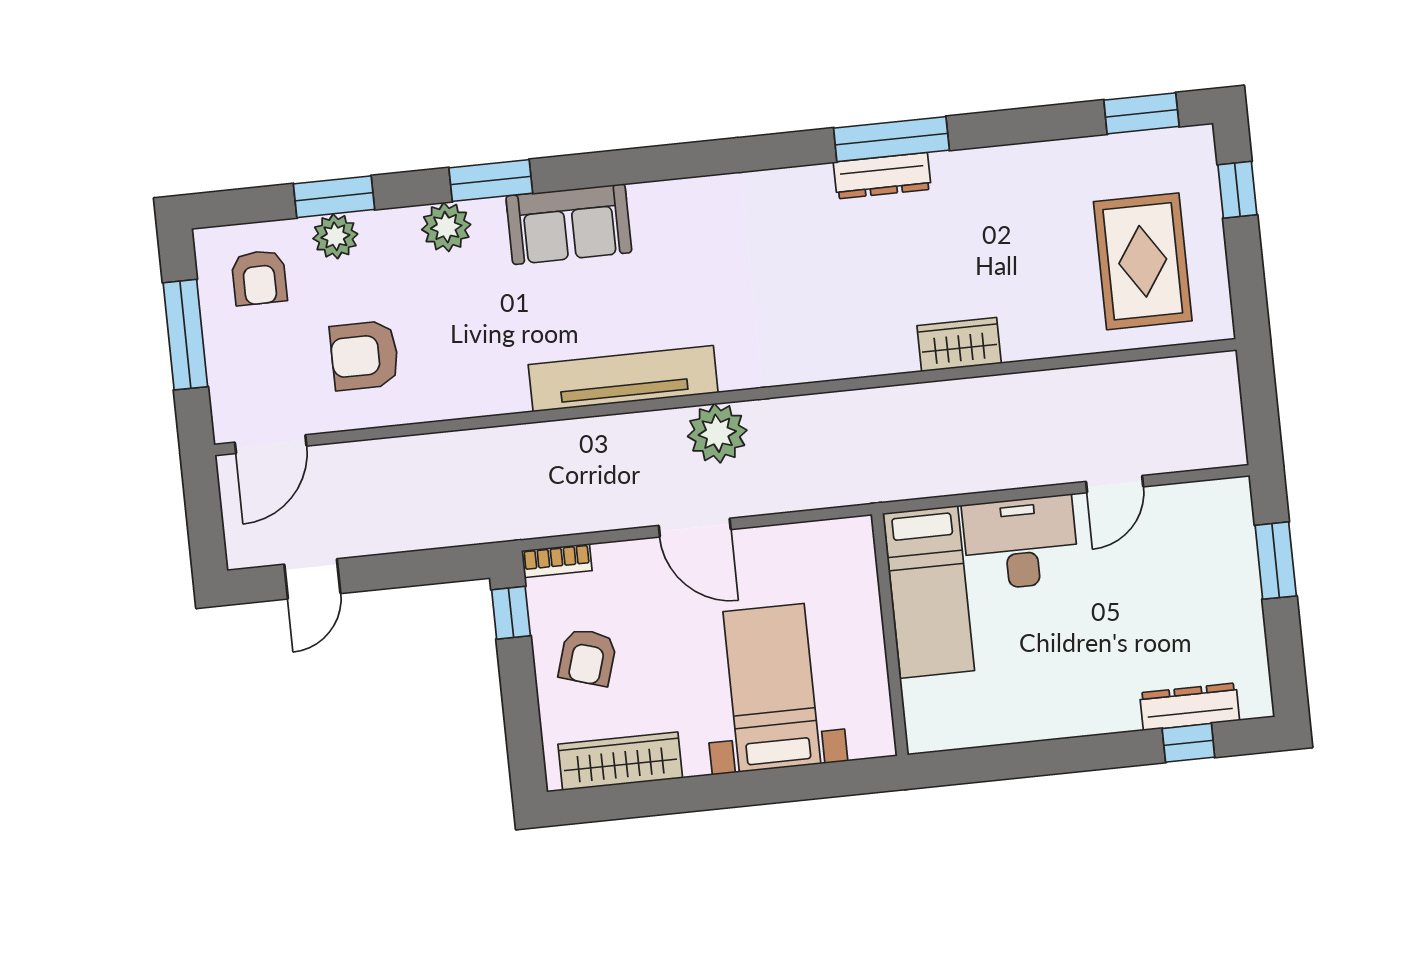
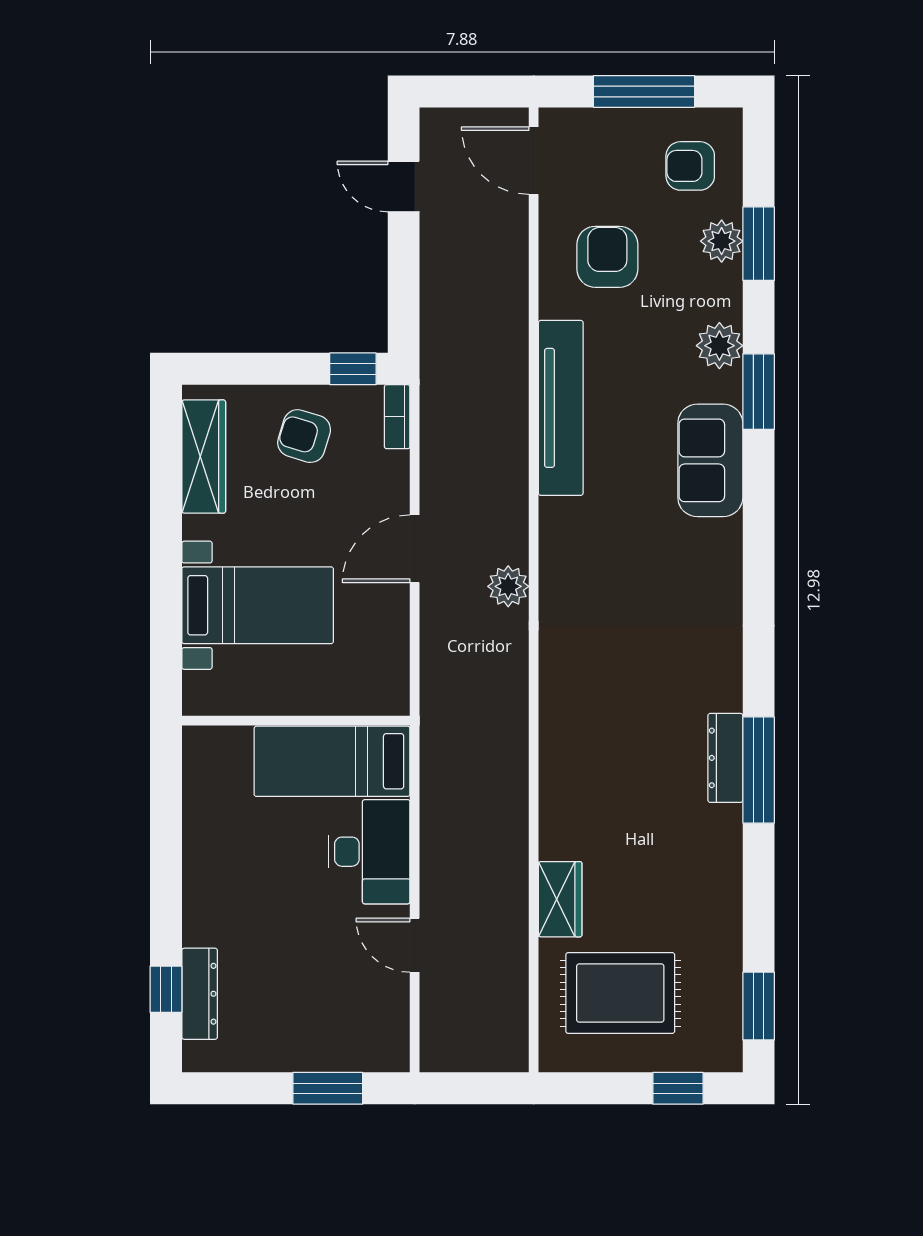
wardrobe: (959, 345) -> (560, 899), moved
tv unit: (623, 379) -> (561, 408), moved
plant: (717, 433) -> (508, 586), width x0.73, depth x0.73

